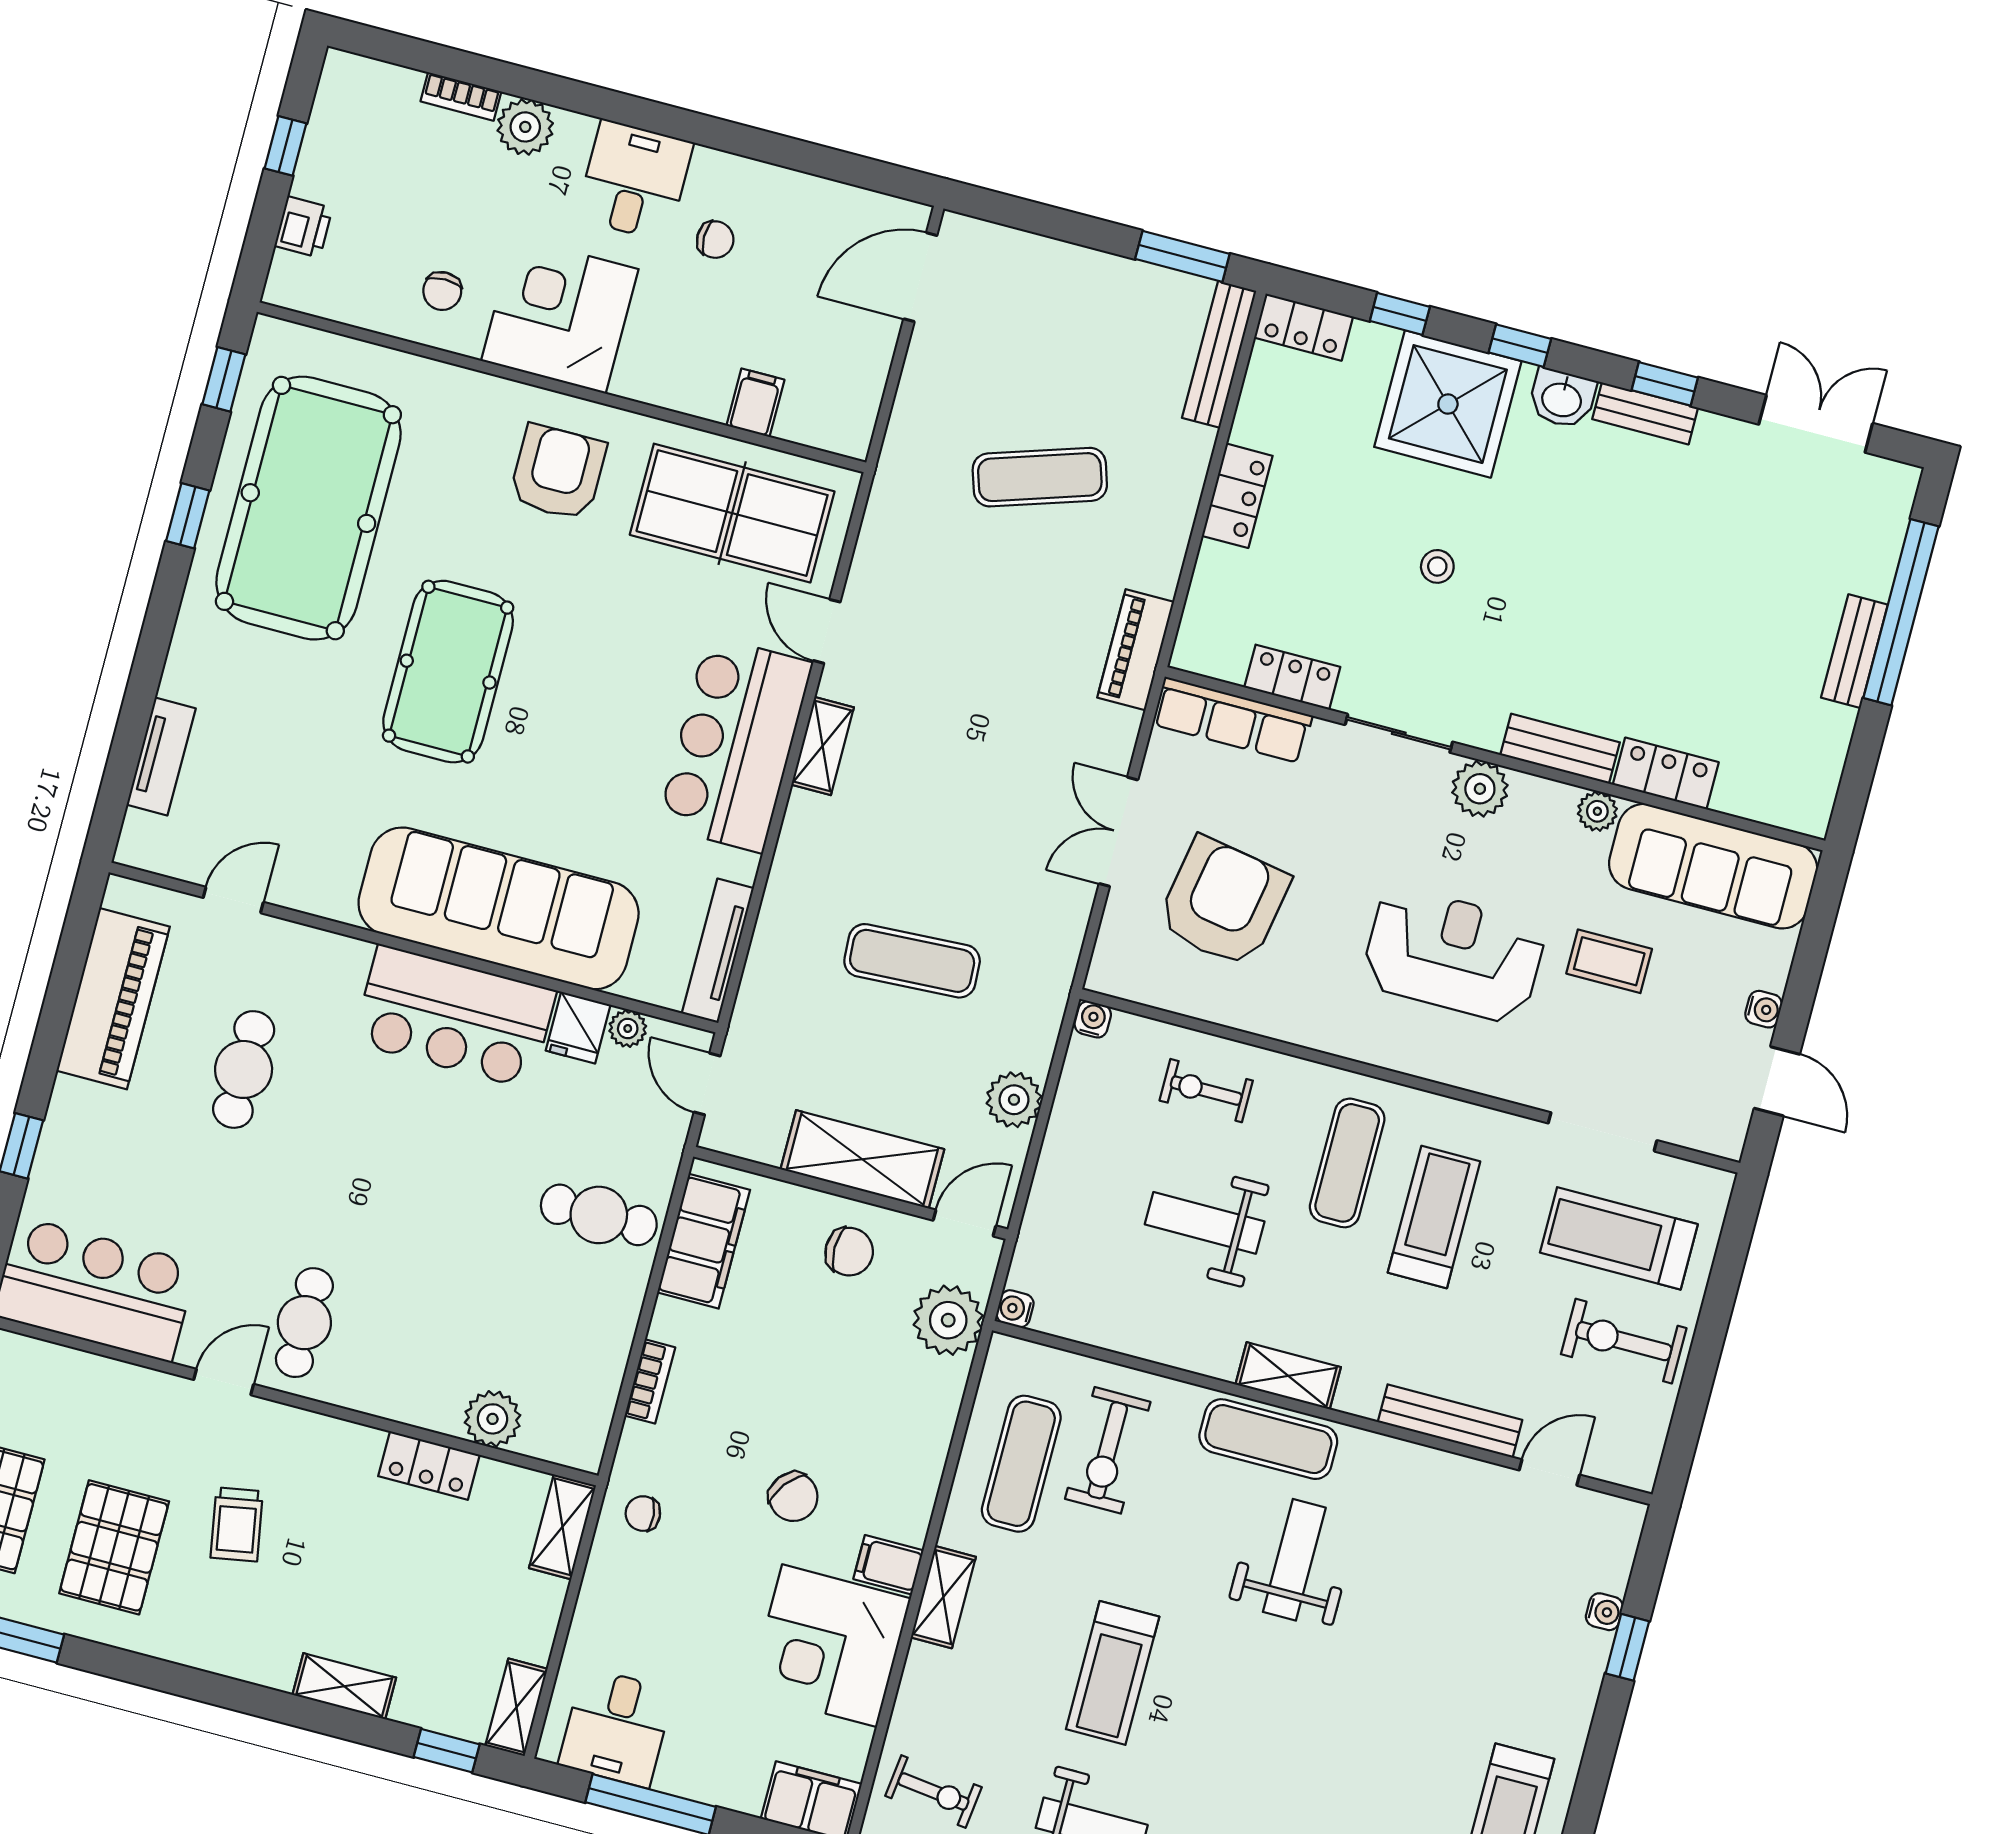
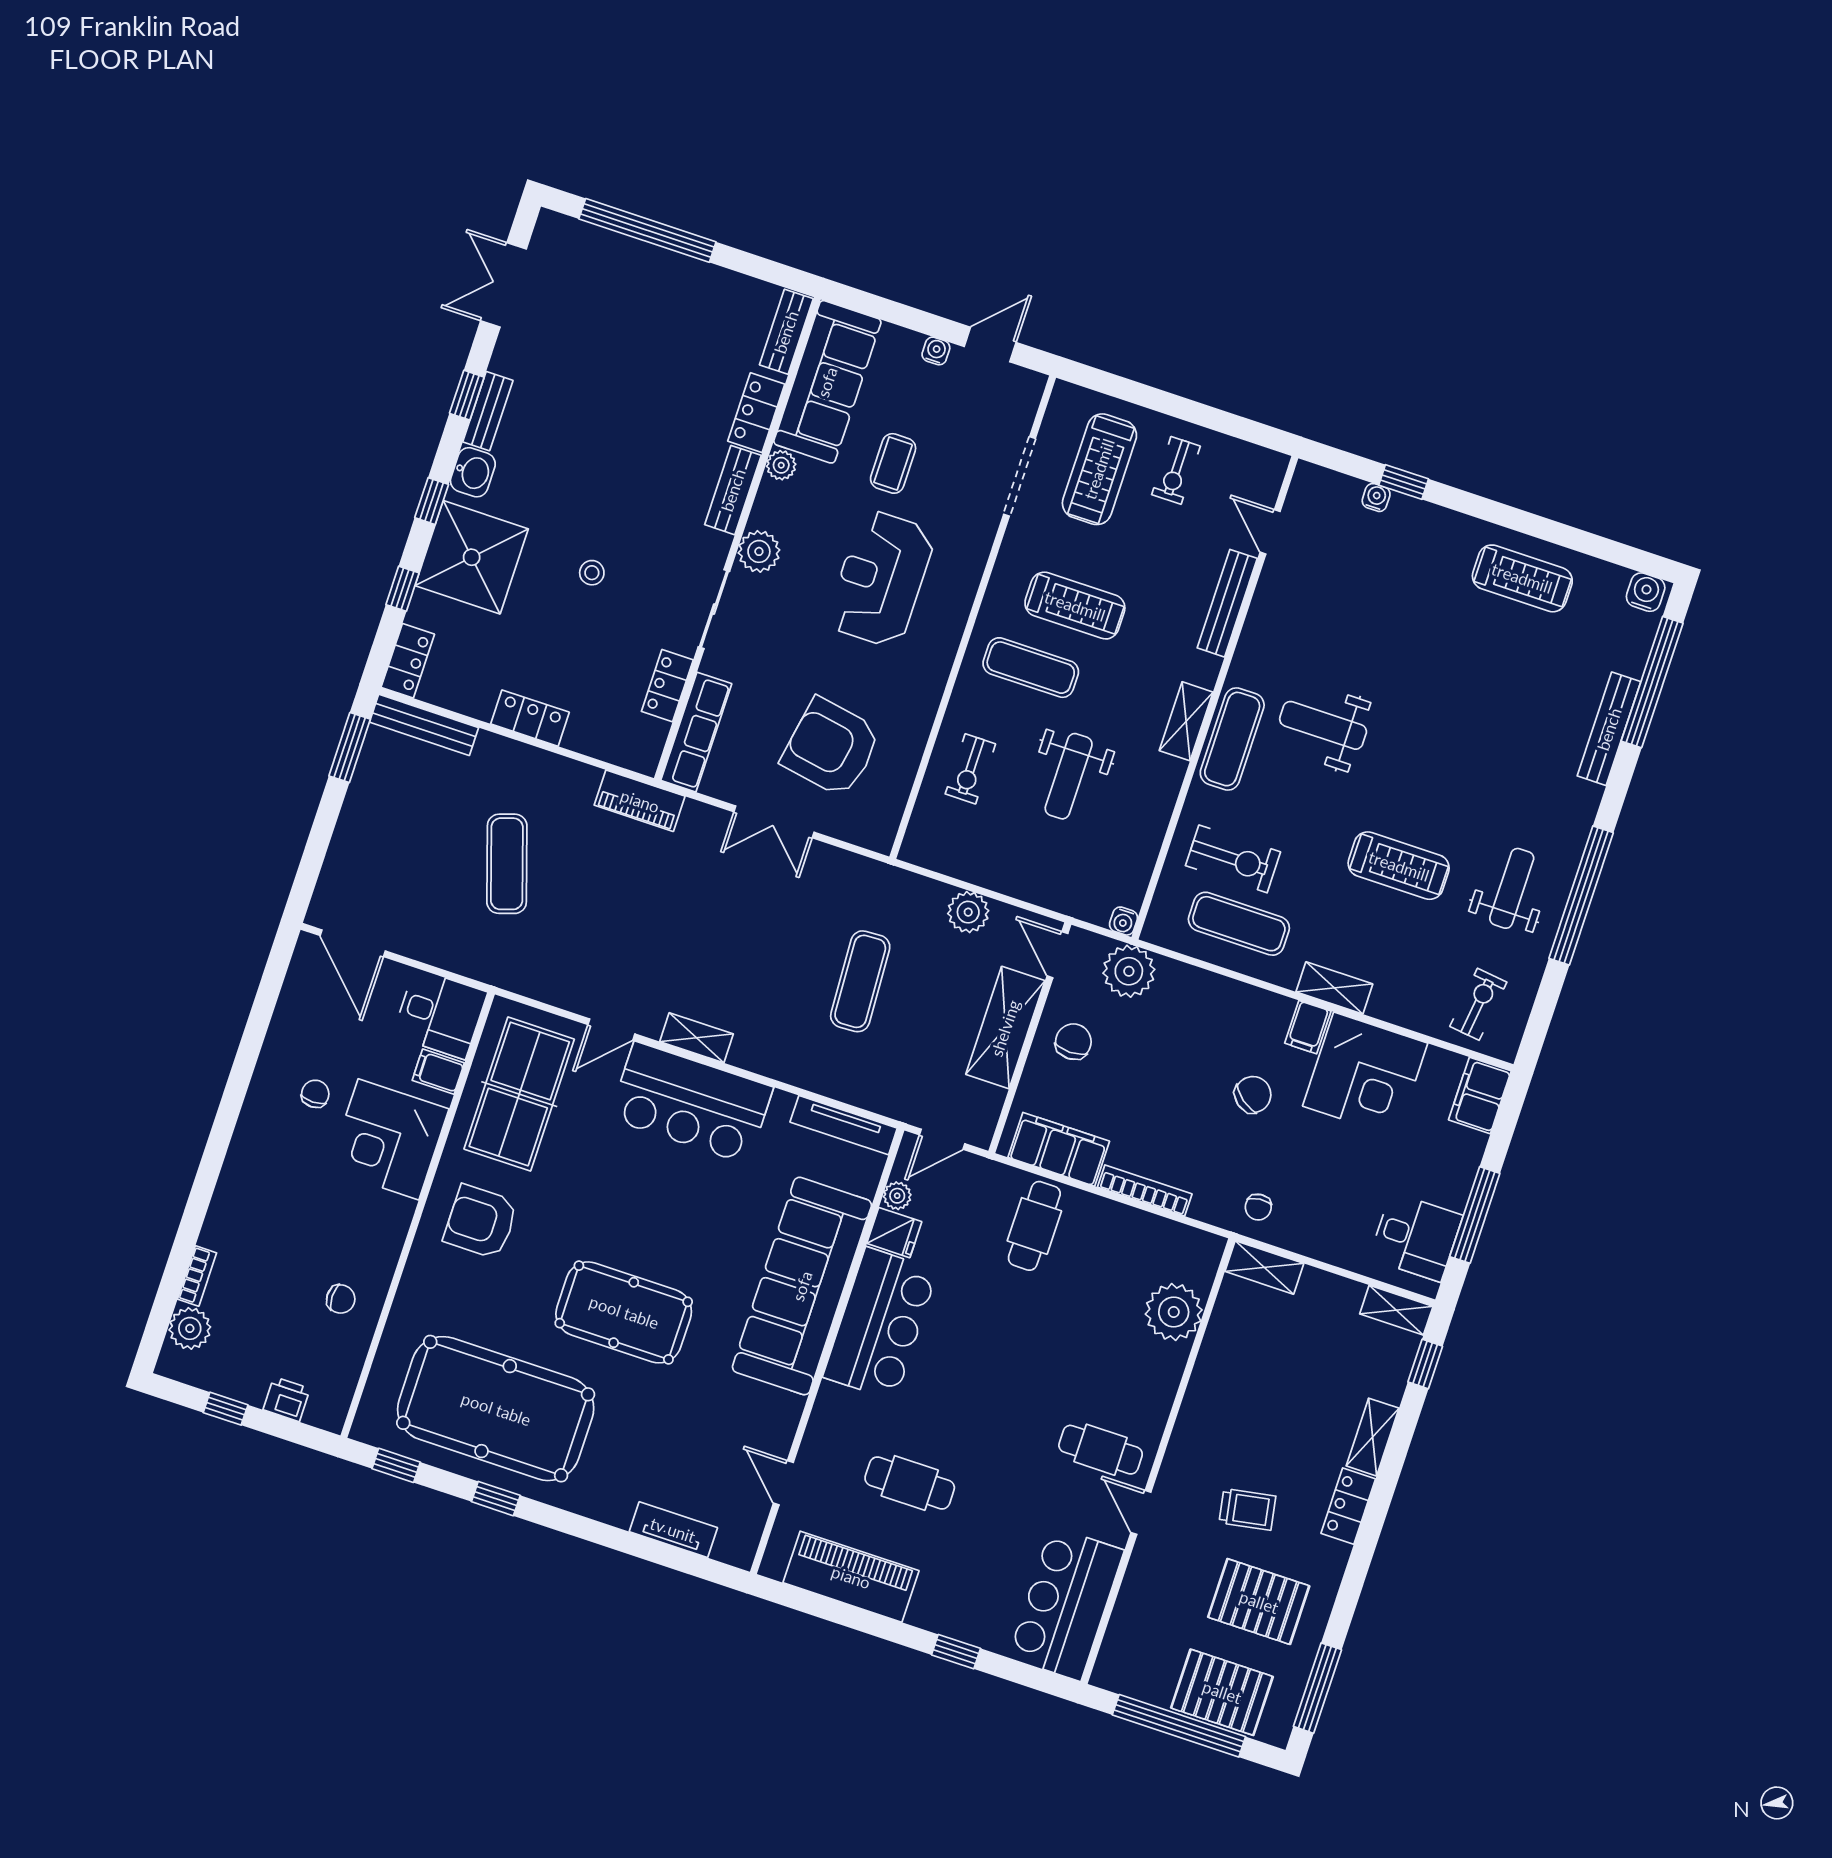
plant: (525, 127) -> (190, 1328), moved
desk: (635, 180) -> (440, 1014), moved, turned 180
corner desk: (560, 315) -> (388, 1139), moved
bench: (1854, 651) -> (786, 332), moved, turned 90
water cooler: (1093, 1019) -> (912, 850), removed
treadmill: (1434, 1217) -> (1075, 606), turned 180
exercise bike: (1624, 1341) -> (1176, 470), width x0.73, depth x0.72
bookcase: (650, 1381) -> (1145, 1191), width x1.56
plant: (493, 1419) -> (1174, 1312), width x1.36, depth x1.36
locker: (429, 1465) -> (1348, 1506), moved, turned 180

